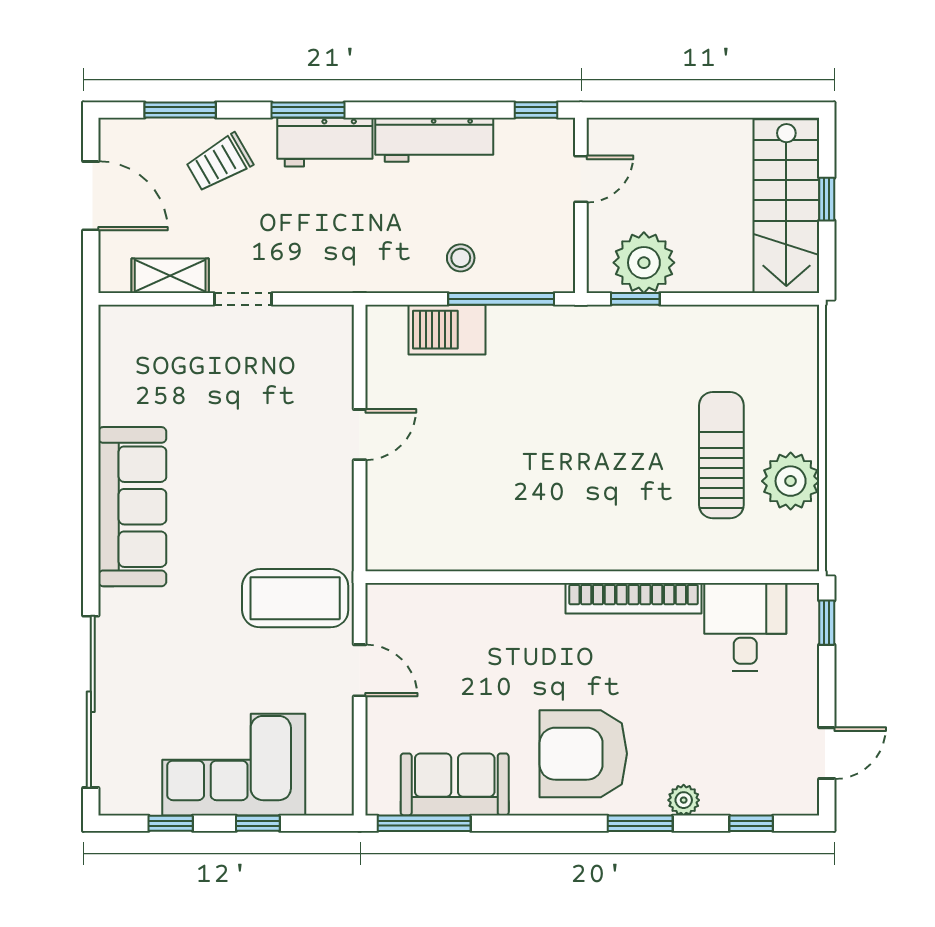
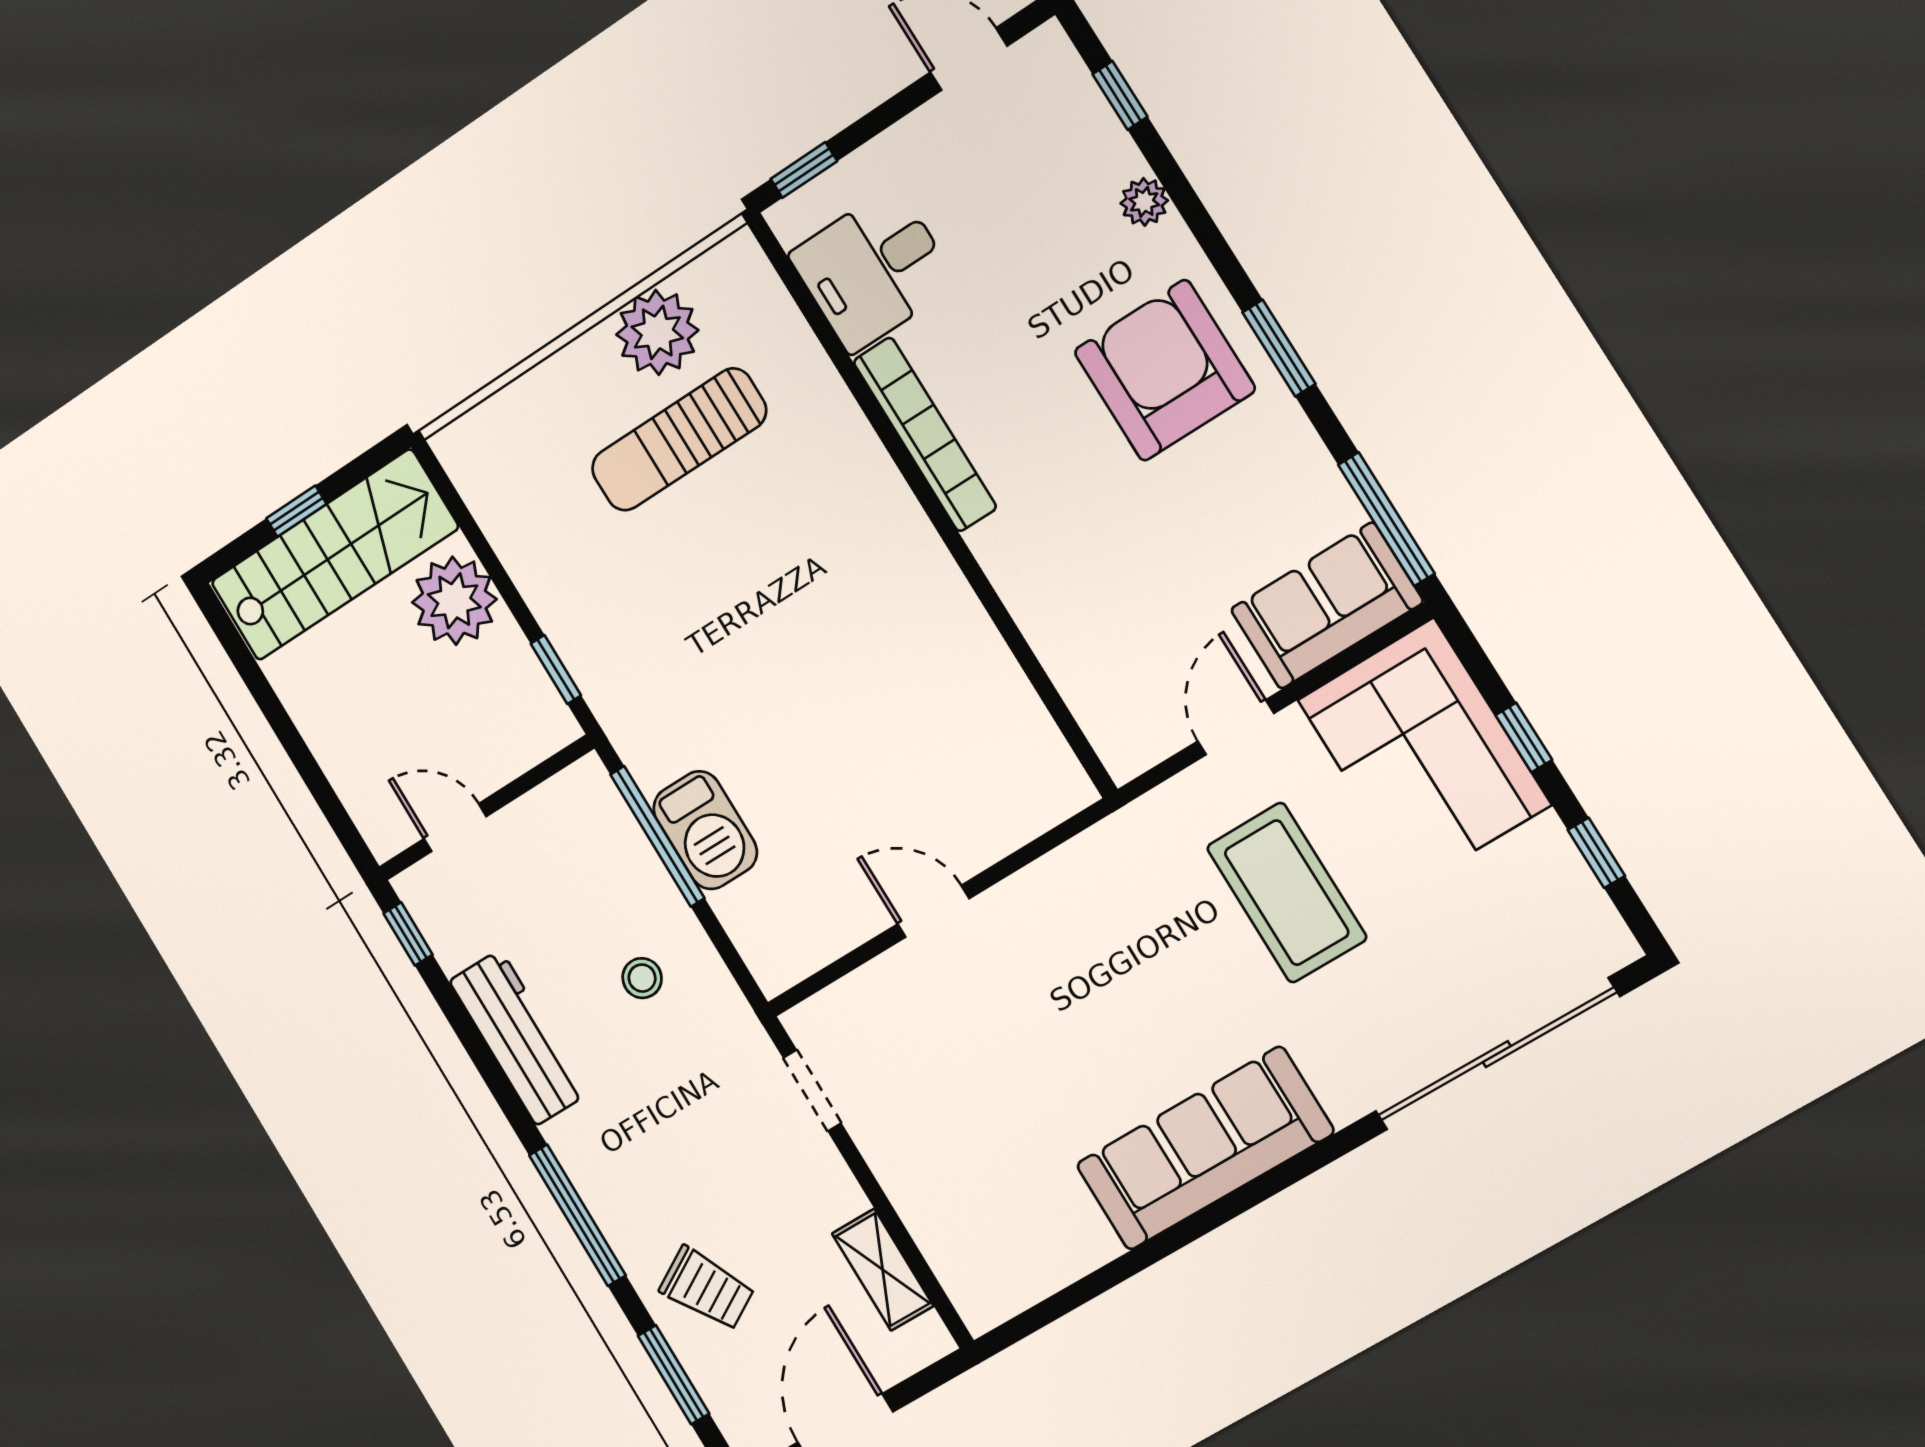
window: (308, 110) -> (577, 1215), width x1.44
workbench: (325, 142) -> (603, 1171), removed
stool: (461, 258) -> (642, 978), moved
plant: (644, 263) -> (454, 601), moved
doorway: (243, 299) -> (812, 1090), moved
barbecue: (447, 330) -> (705, 830), moved
coffee table: (295, 598) -> (1287, 893), moved
armchair: (583, 754) -> (1165, 370), turned 180
corner sofa: (234, 765) -> (1424, 752), moved
sofa: (455, 784) -> (1327, 606), moved, turned 90
window: (640, 823) -> (1279, 348), moved

